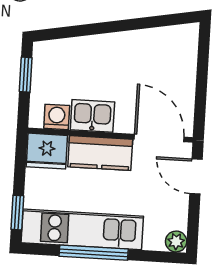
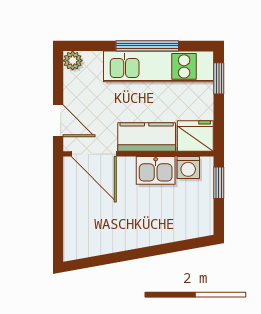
window: (26, 75) -> (219, 183), moved

